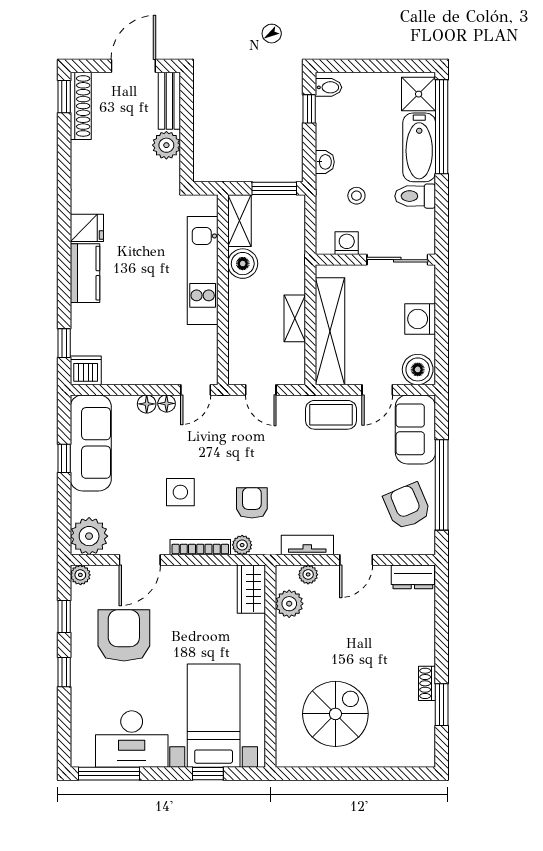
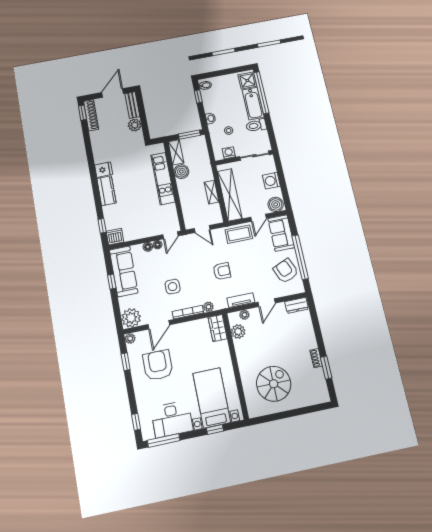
armchair: (252, 503) -> (222, 271), moved, turned 90
window: (64, 672) -> (136, 422), moved

